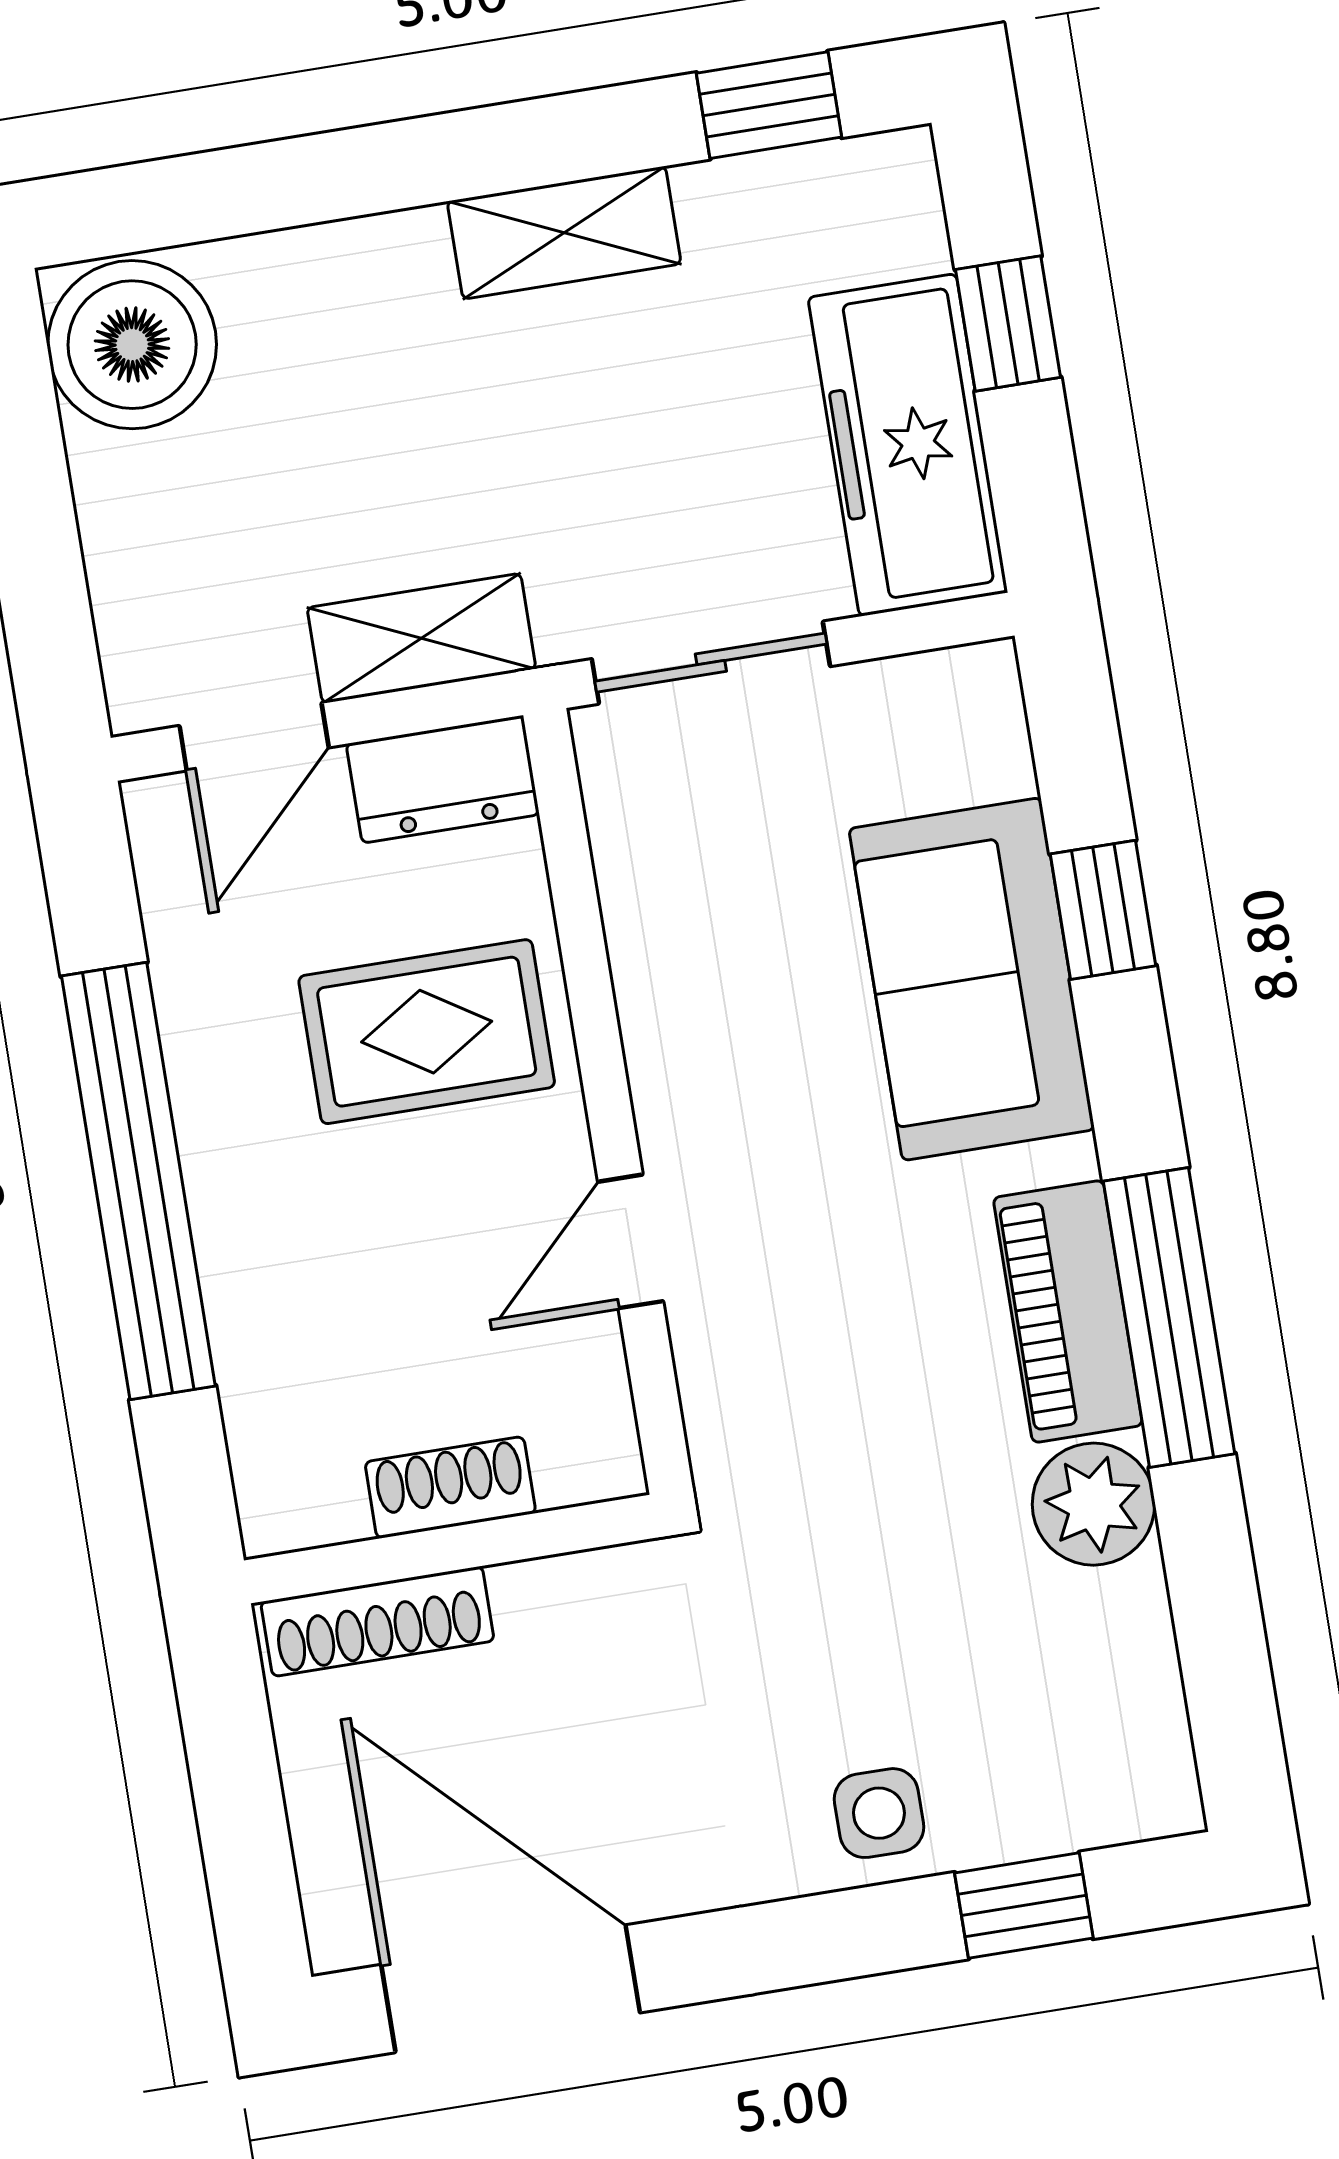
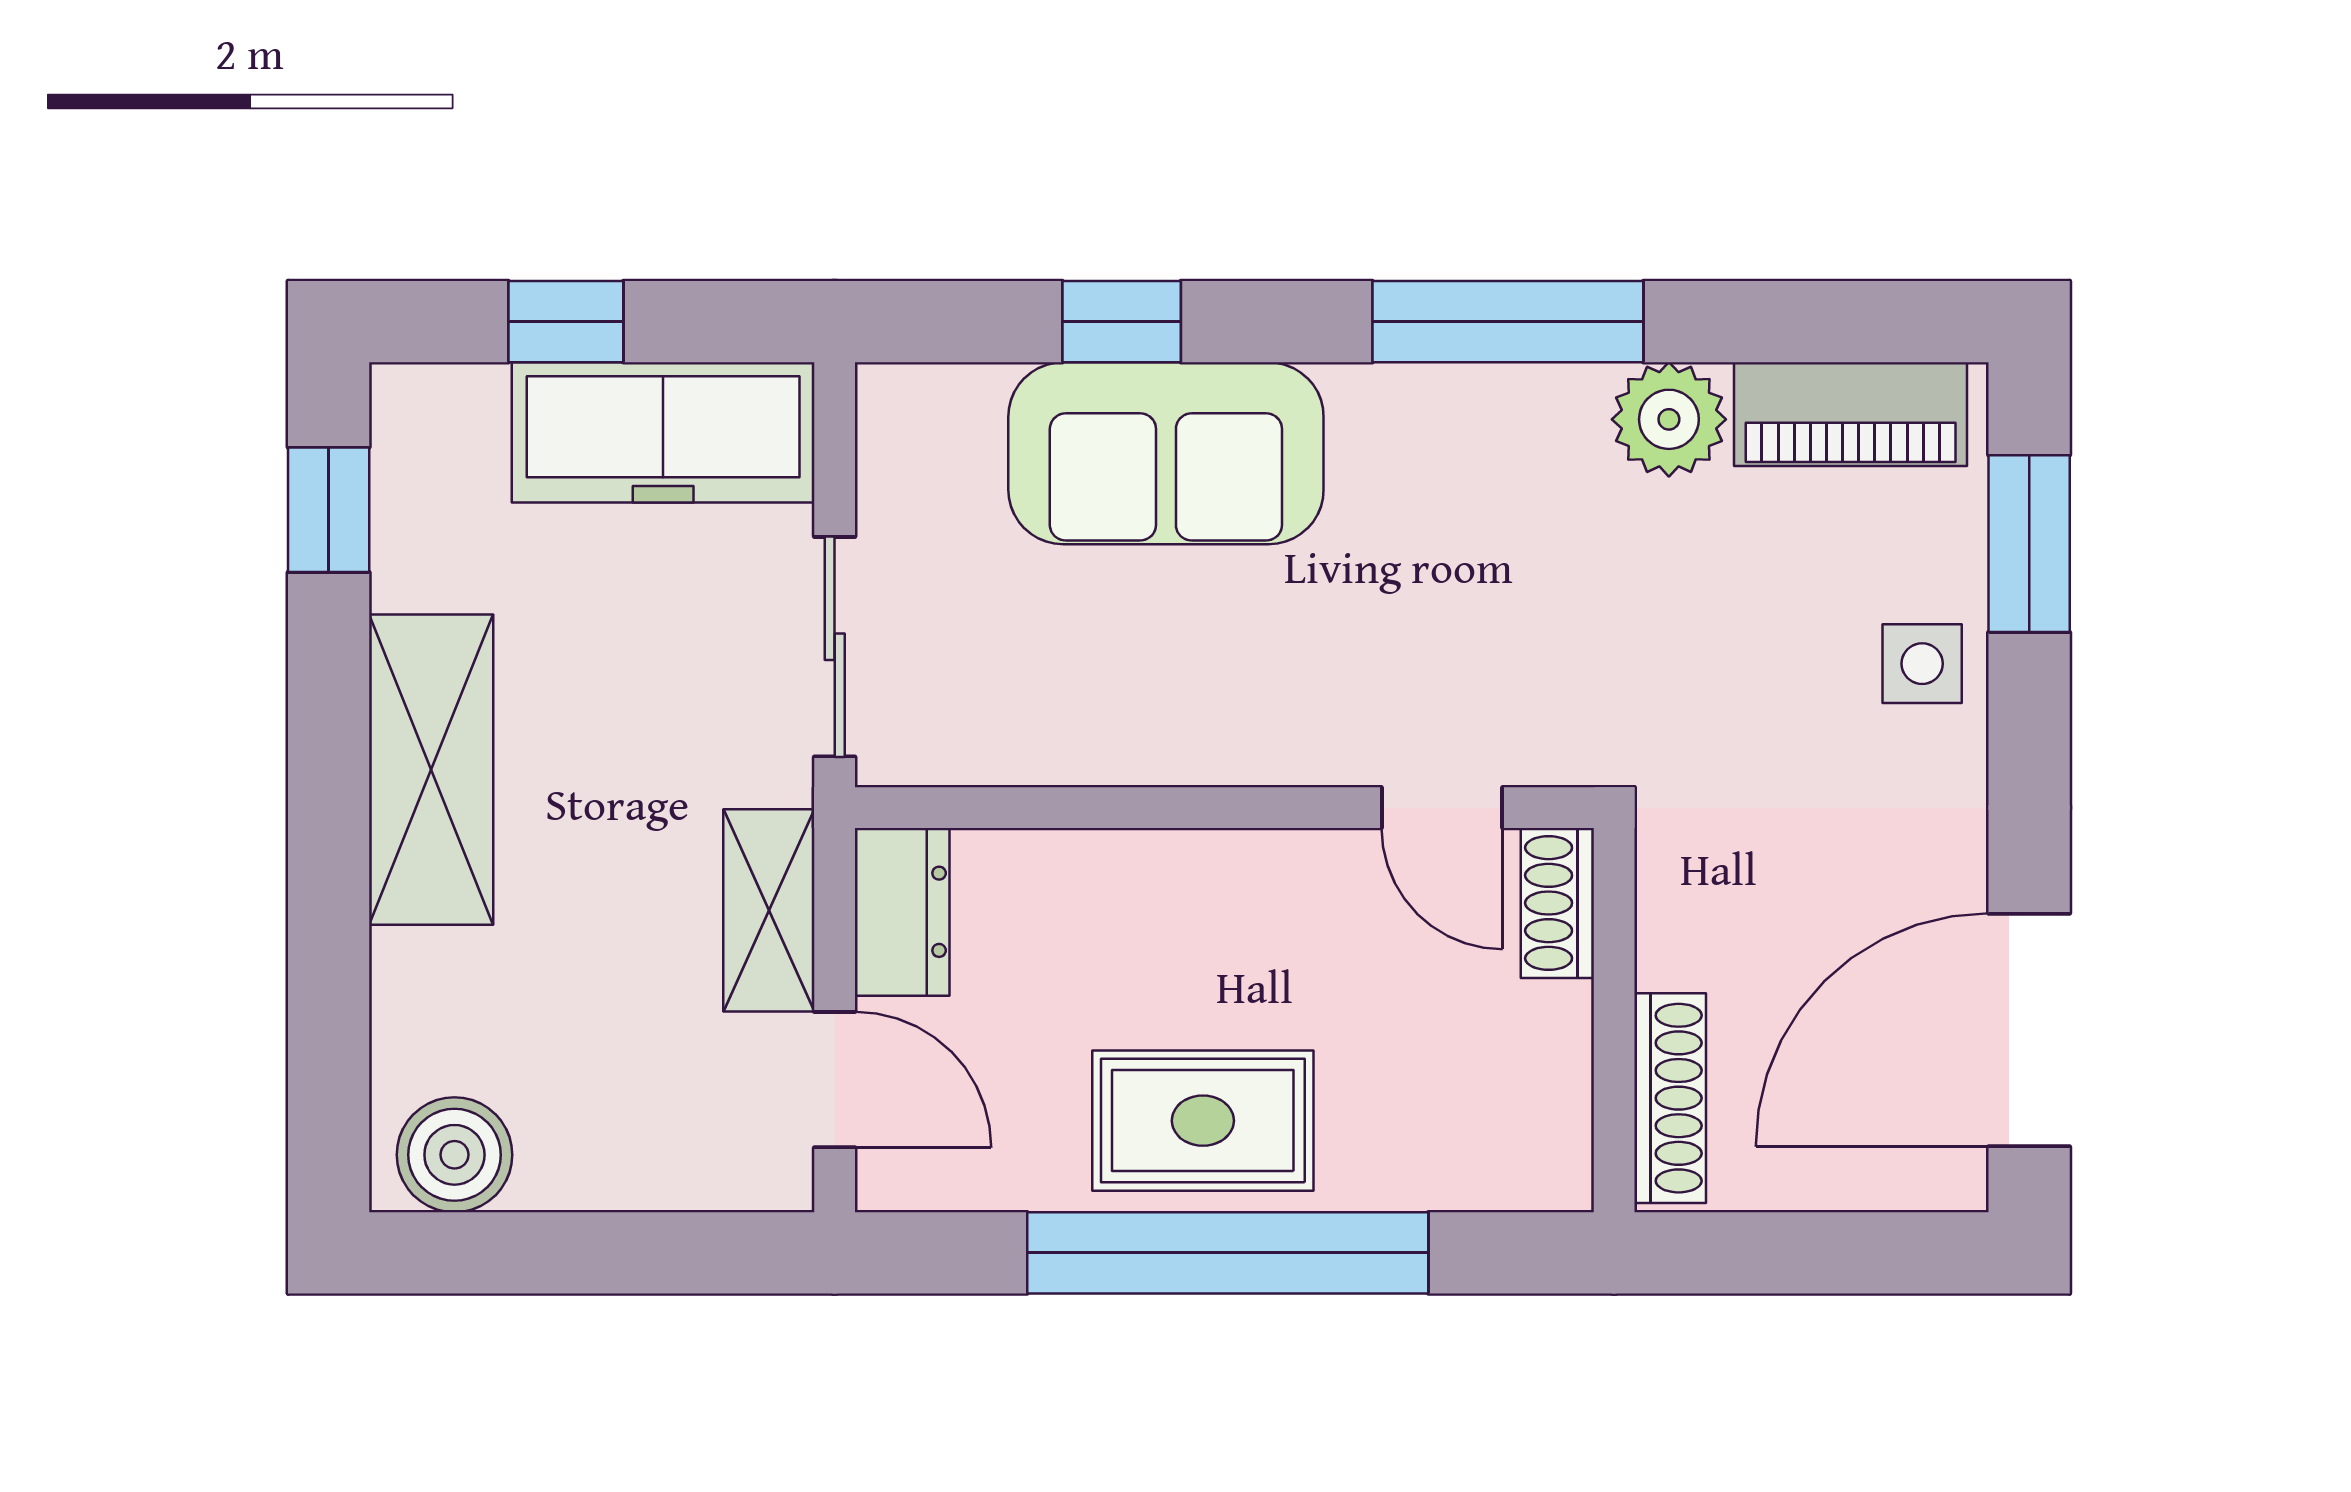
shelving: (564, 233) -> (431, 770), width x1.50, depth x1.33
boiler: (132, 345) -> (454, 1155), width x0.73, depth x0.73
rug: (427, 1032) -> (1203, 1121), moved, turned 90
door: (631, 1241) -> (1442, 808), moved
piano: (1068, 1312) -> (1851, 414), moved
shoe rack: (450, 1487) -> (1557, 903), moved
window: (1024, 1906) -> (2029, 544), width x1.50

